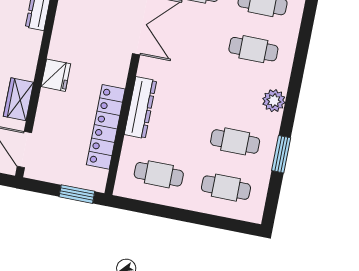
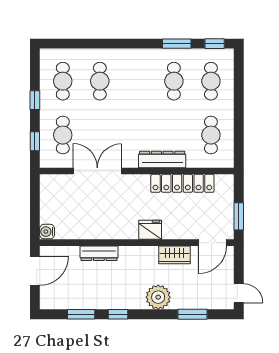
plant: (274, 101) -> (136, 57), removed
window: (77, 194) -> (239, 216), moved
window: (272, 202) -> (215, 44), added

